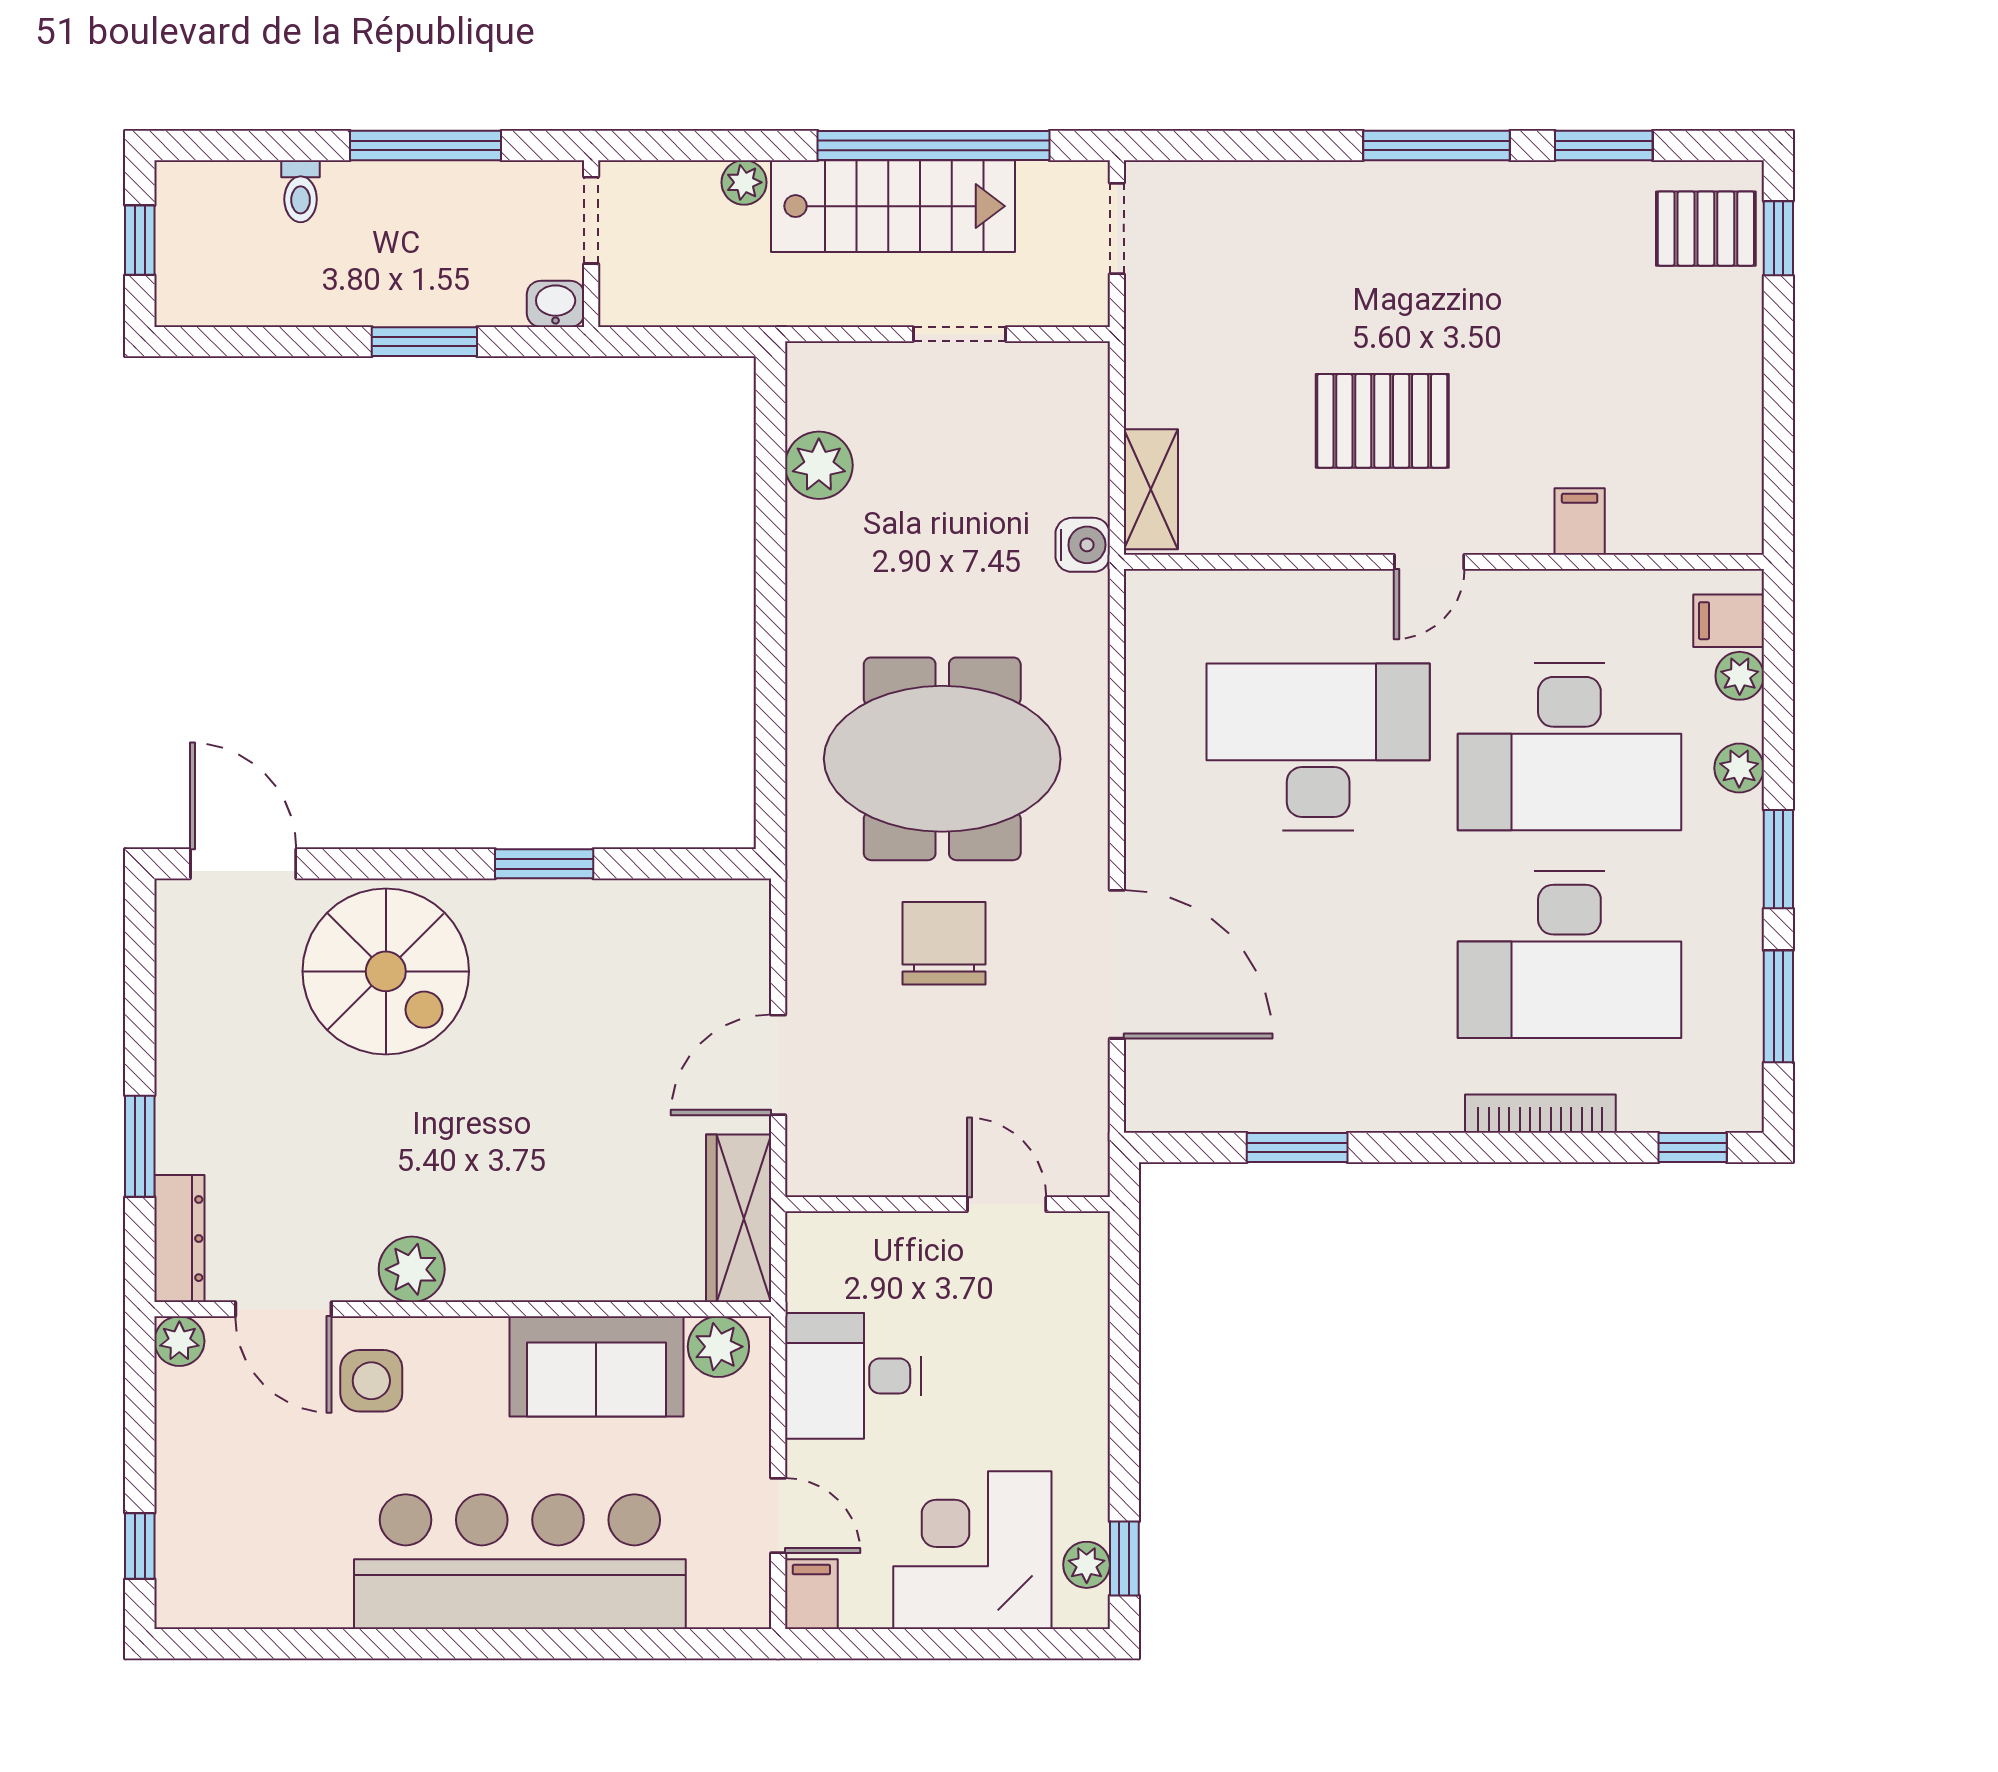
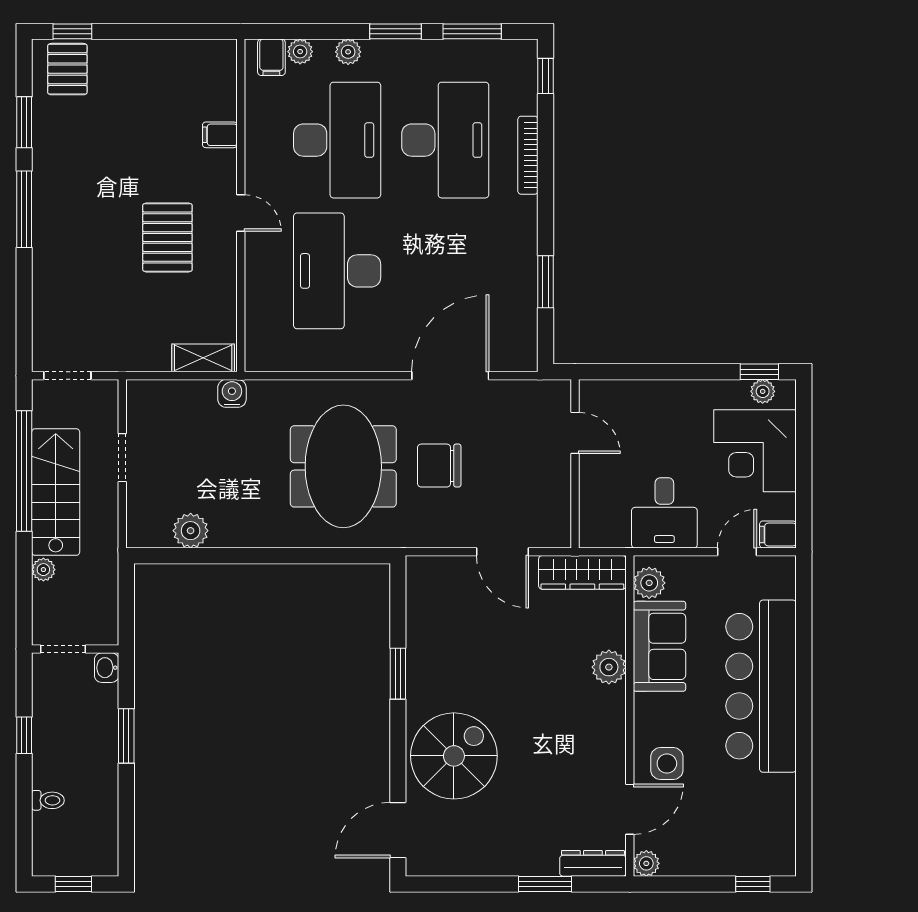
window: (425, 145) -> (24, 735), width x0.46
door: (1007, 1204) -> (575, 433), swing flipped
plant: (412, 1269) -> (609, 667), moved

